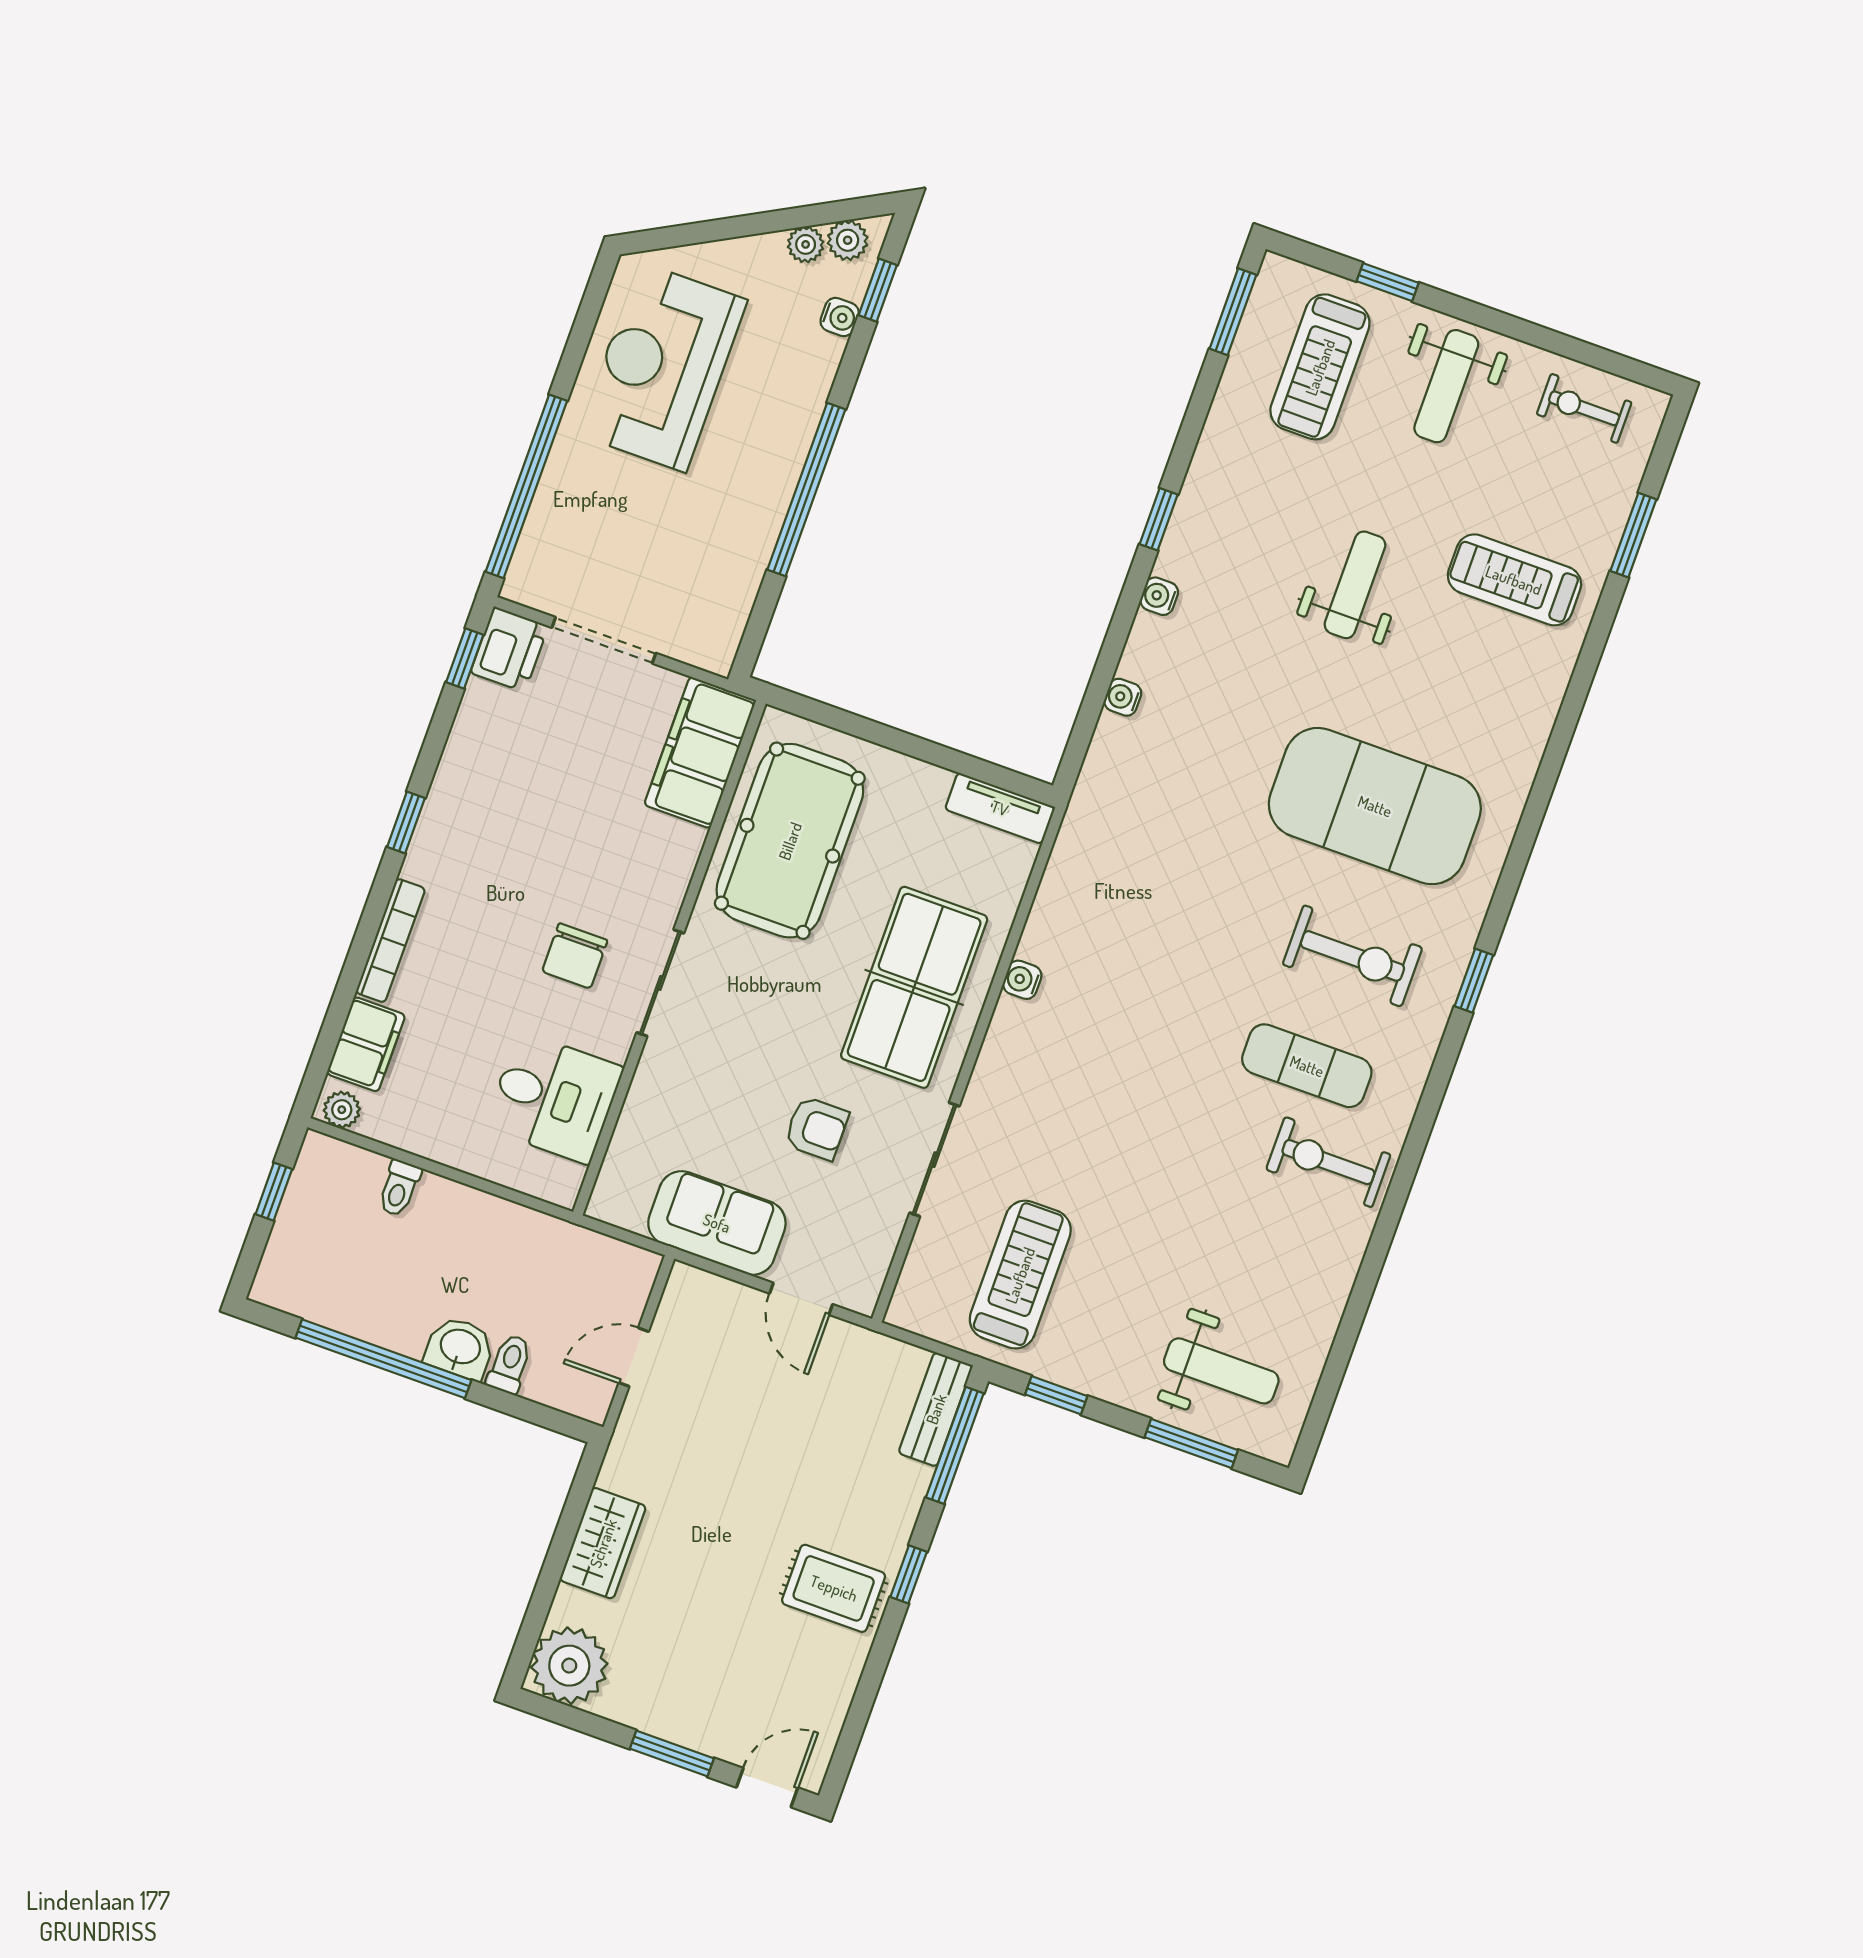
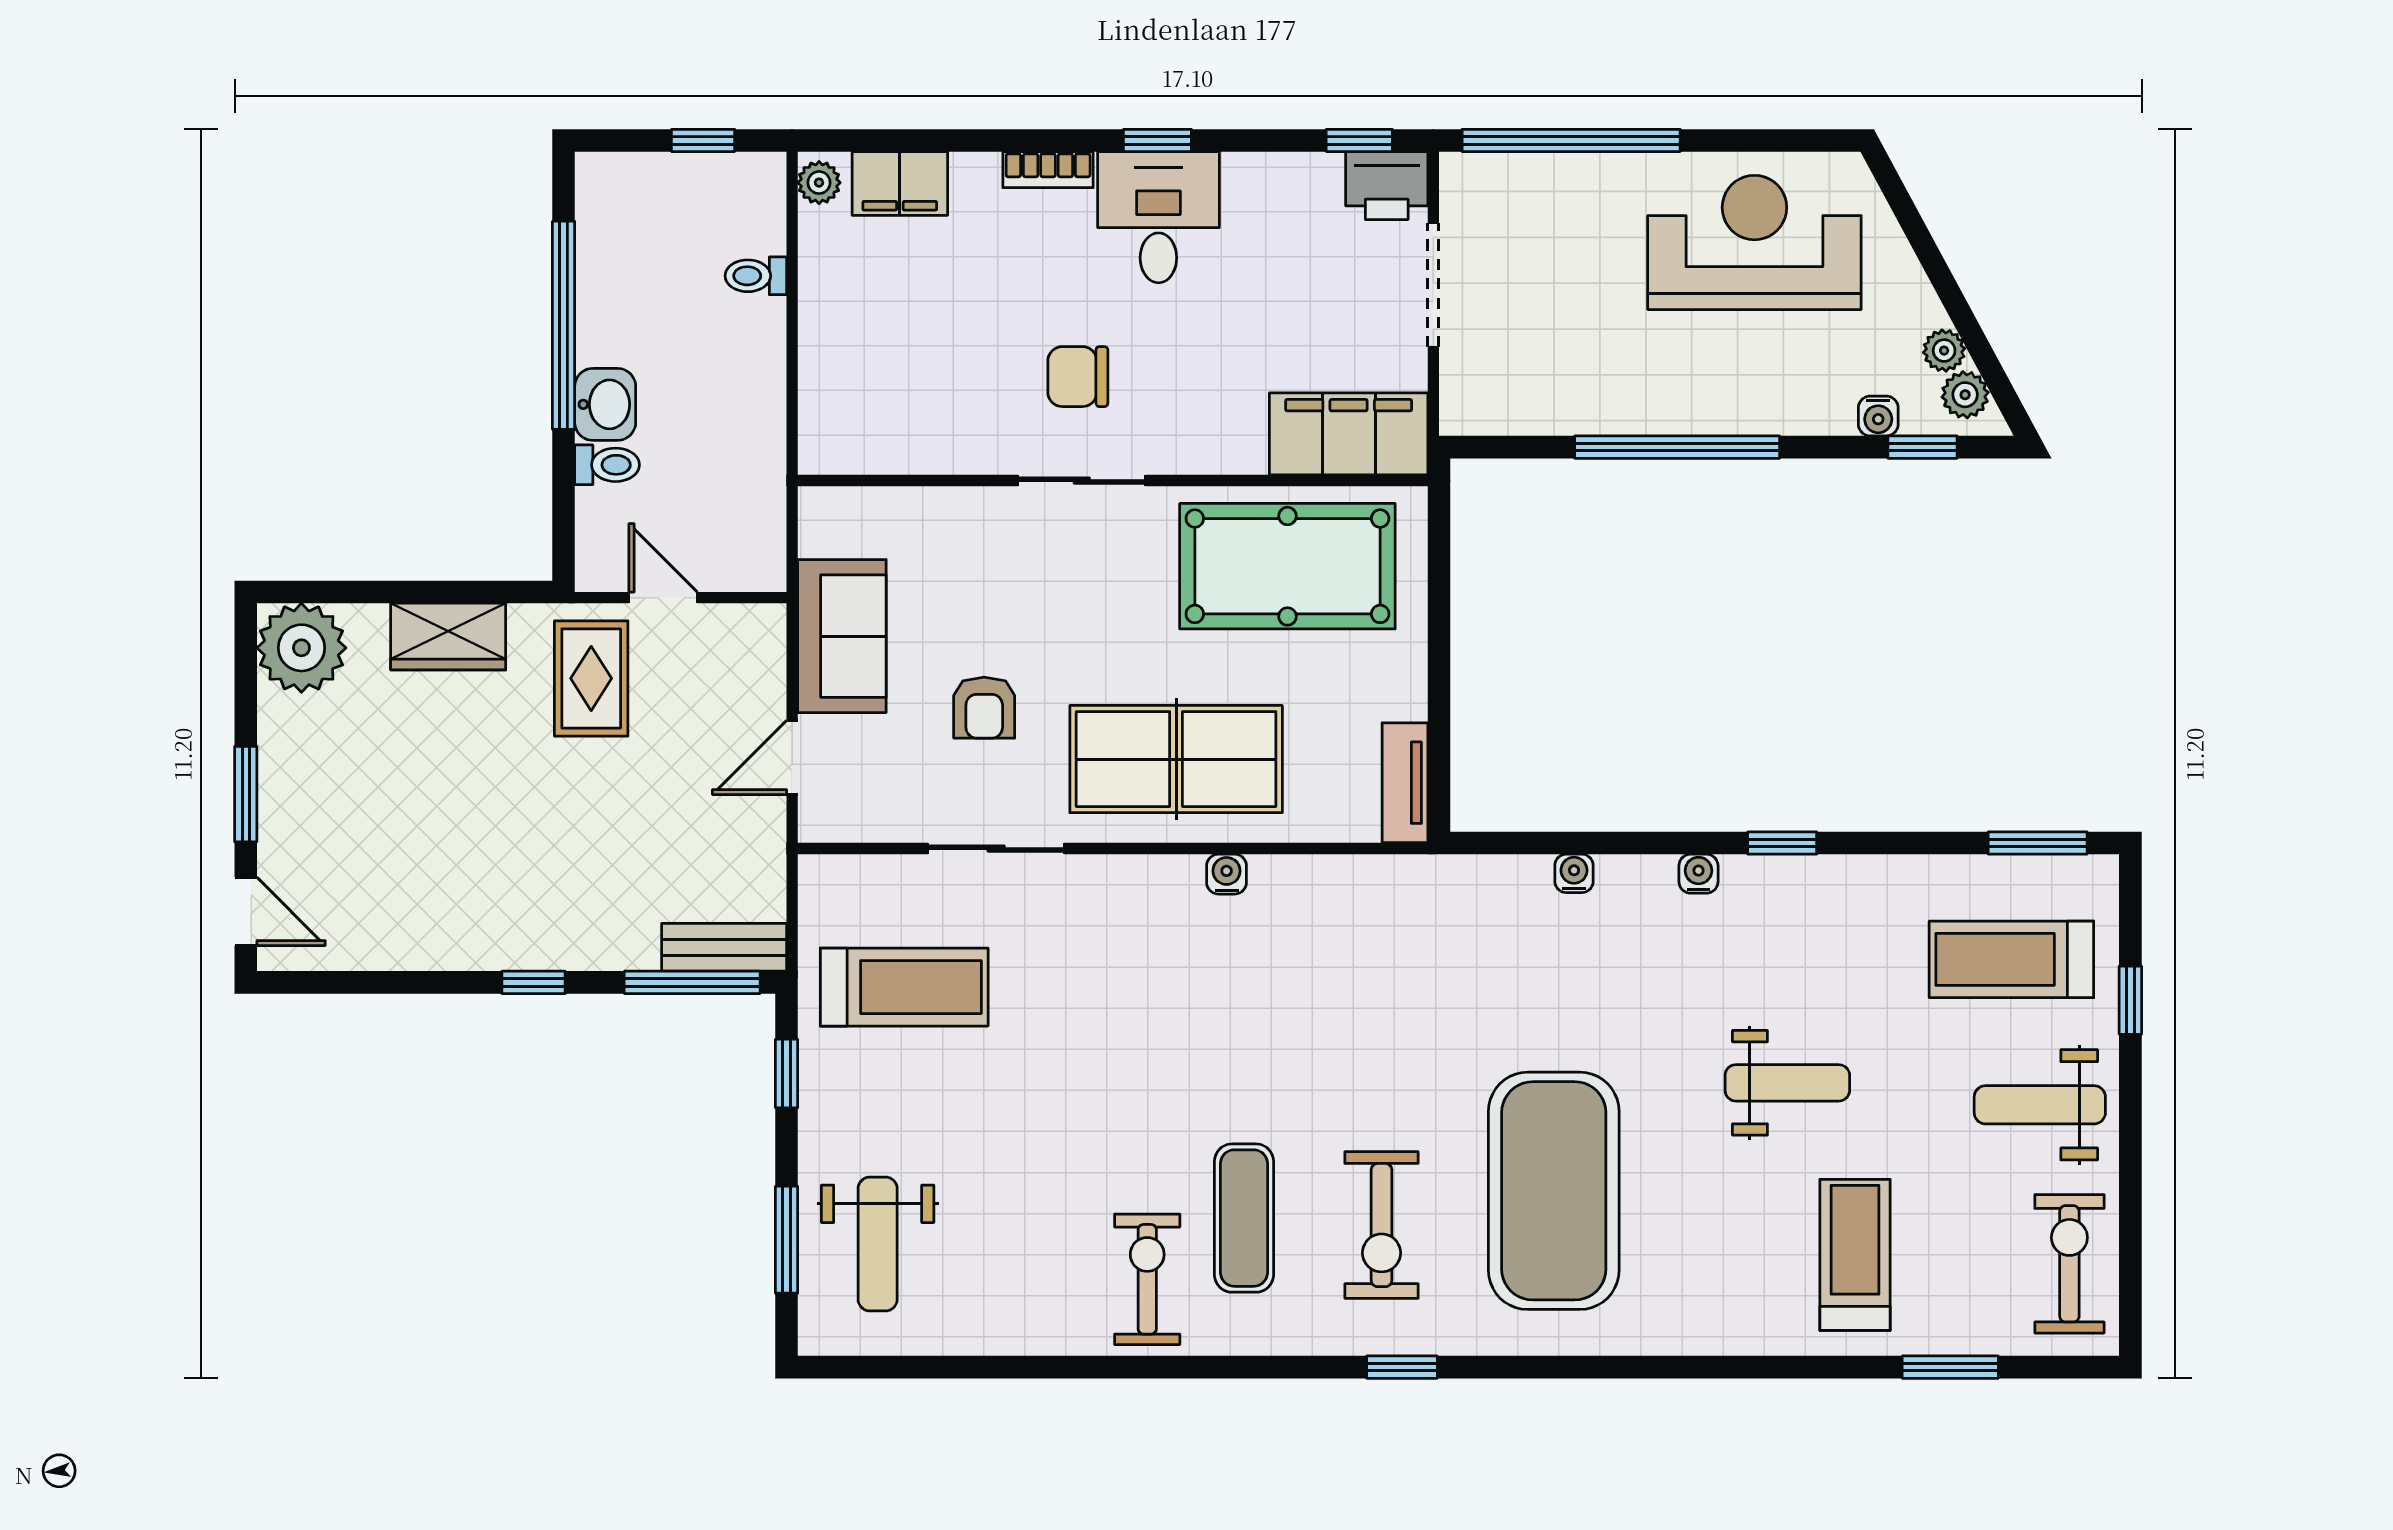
exercise bike: (1584, 408) -> (2069, 1264), width x1.38, depth x1.39
bookcase: (391, 941) -> (1048, 170), width x0.64
desk: (554, 1098) -> (1158, 217), moved, turned 180
rug: (834, 1588) -> (591, 678), moved

